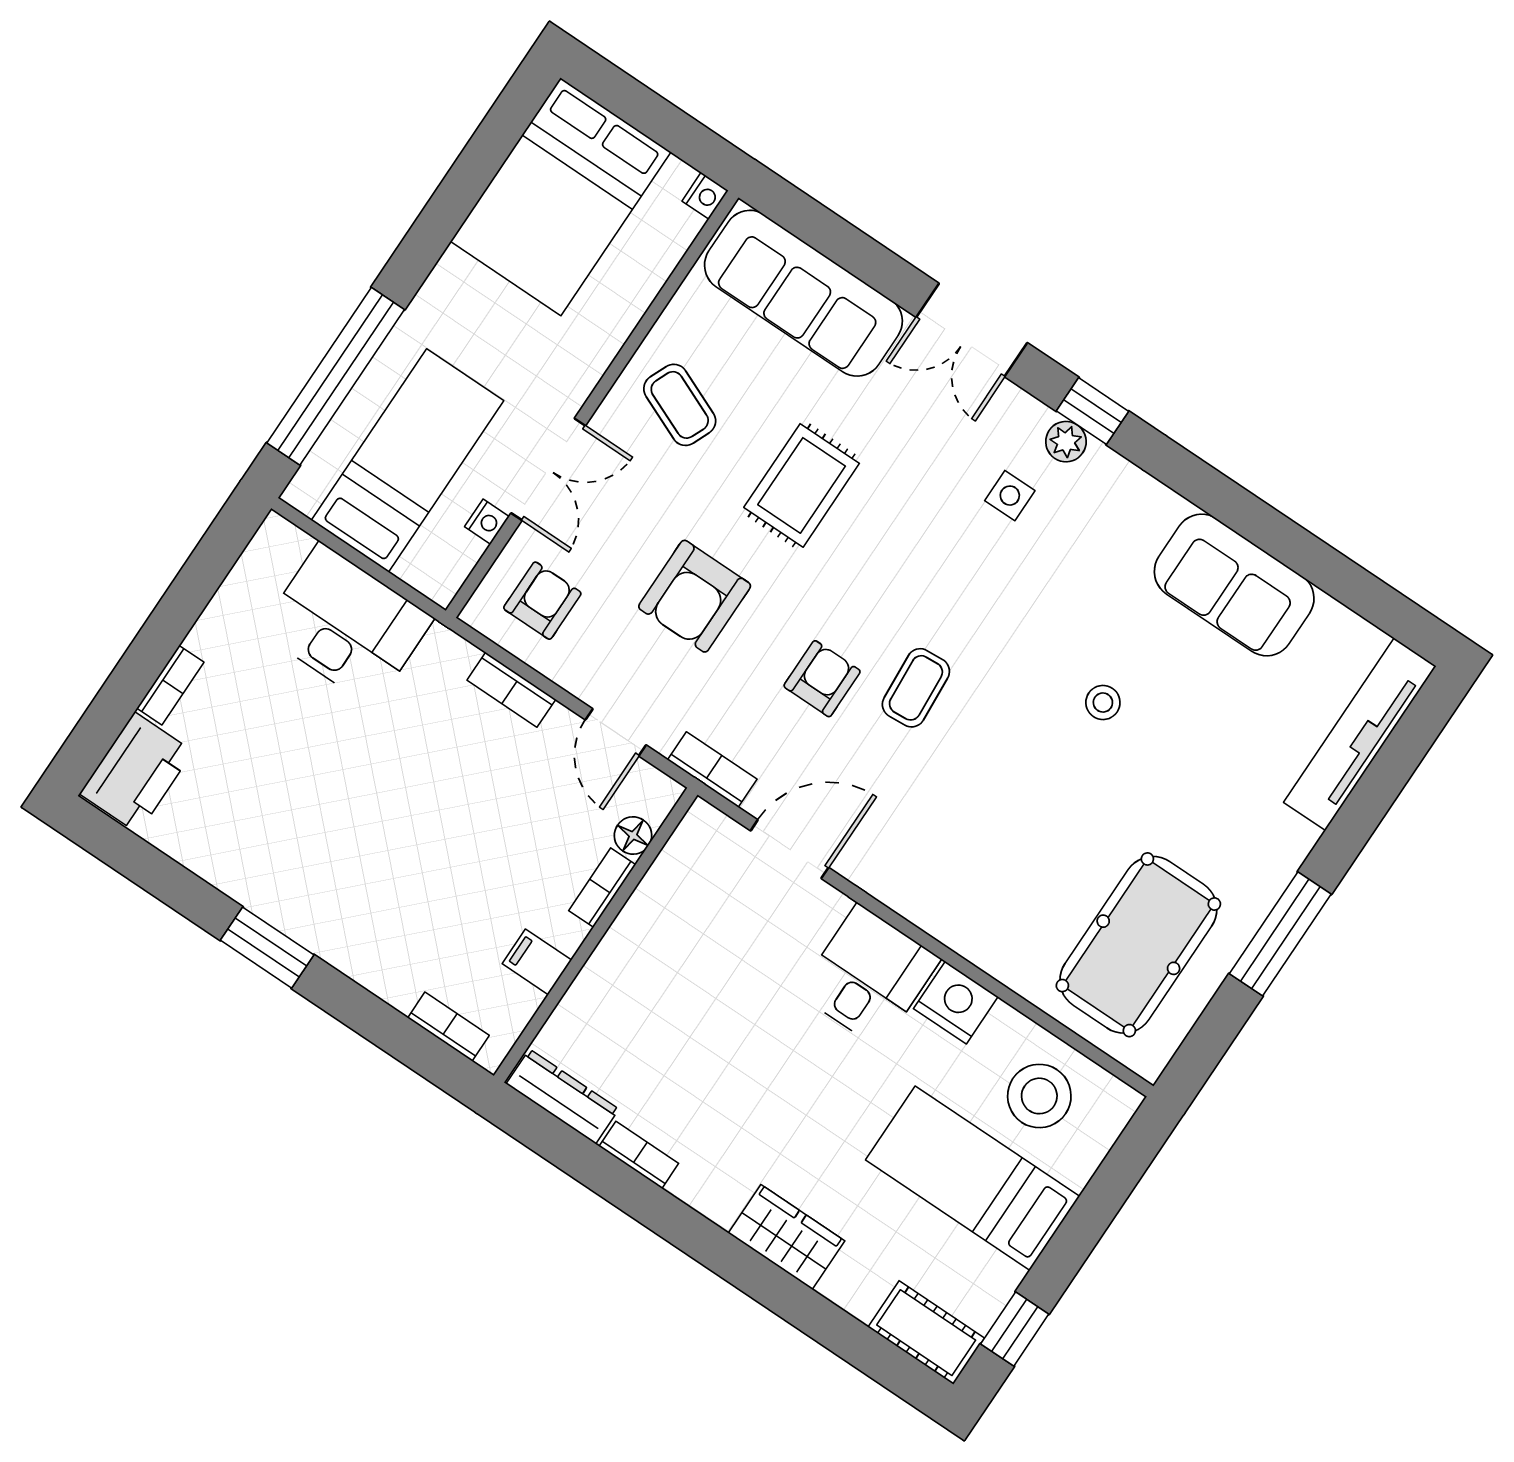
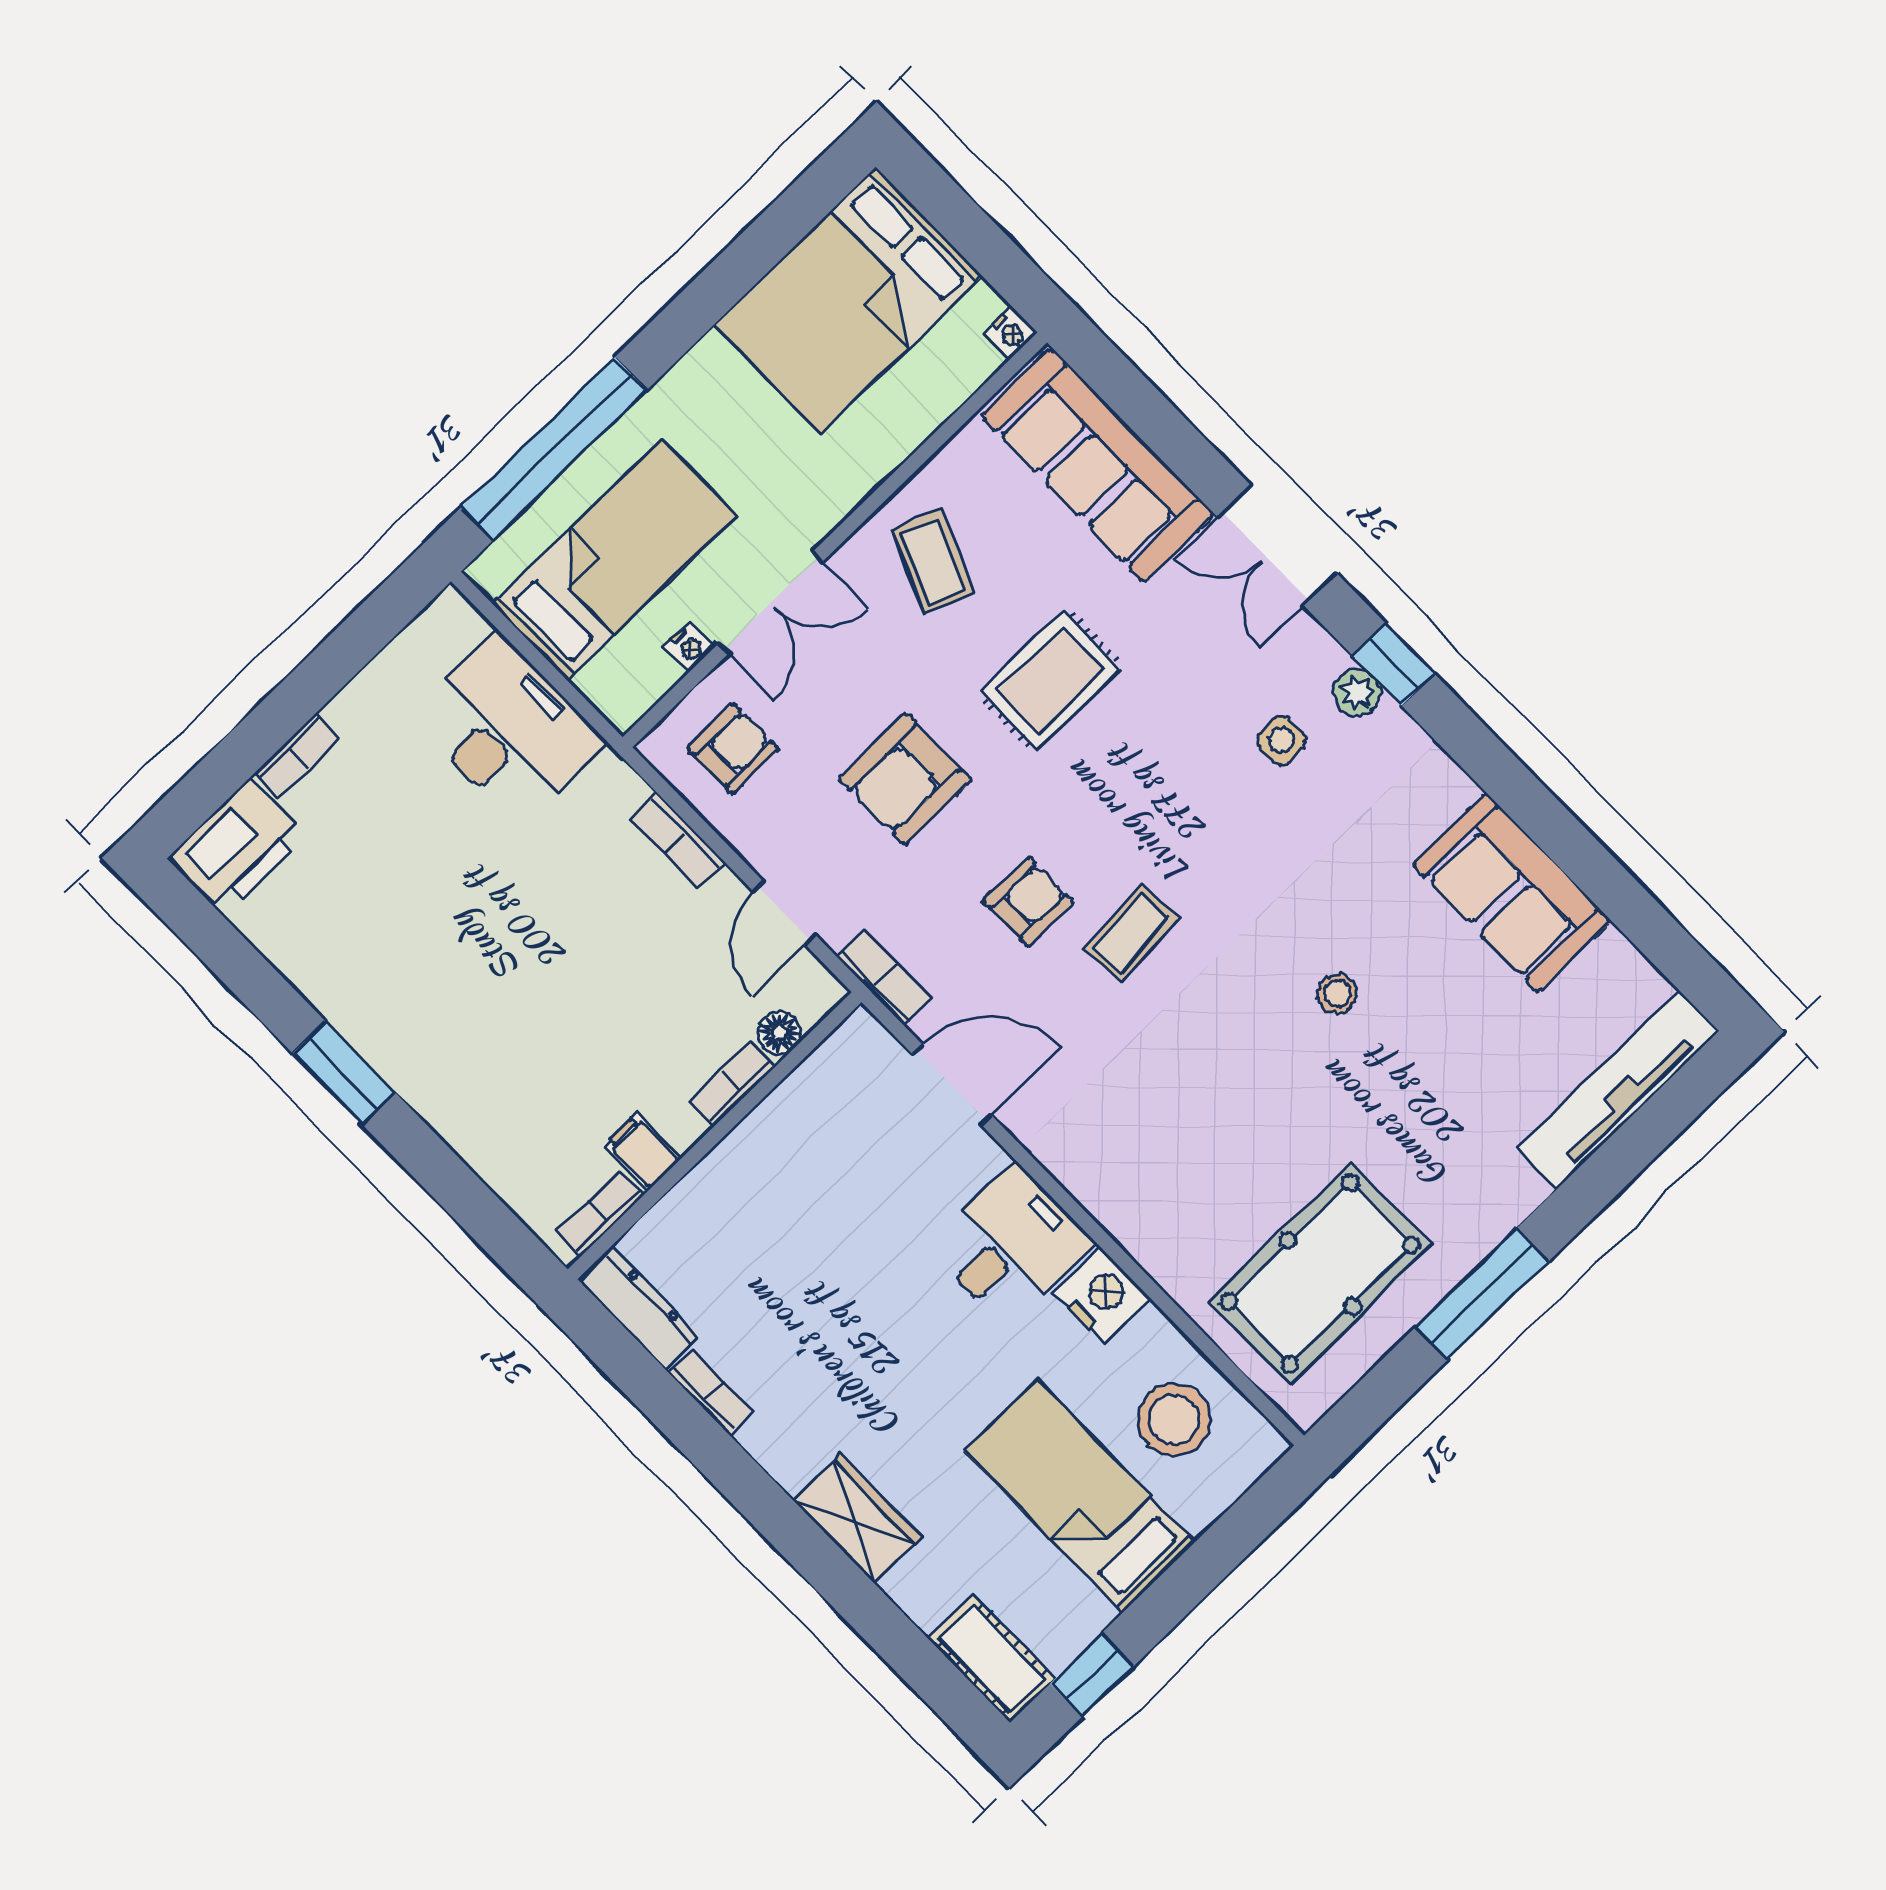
bookcase: (448, 1027) -> (600, 1213), moved, turned -90

